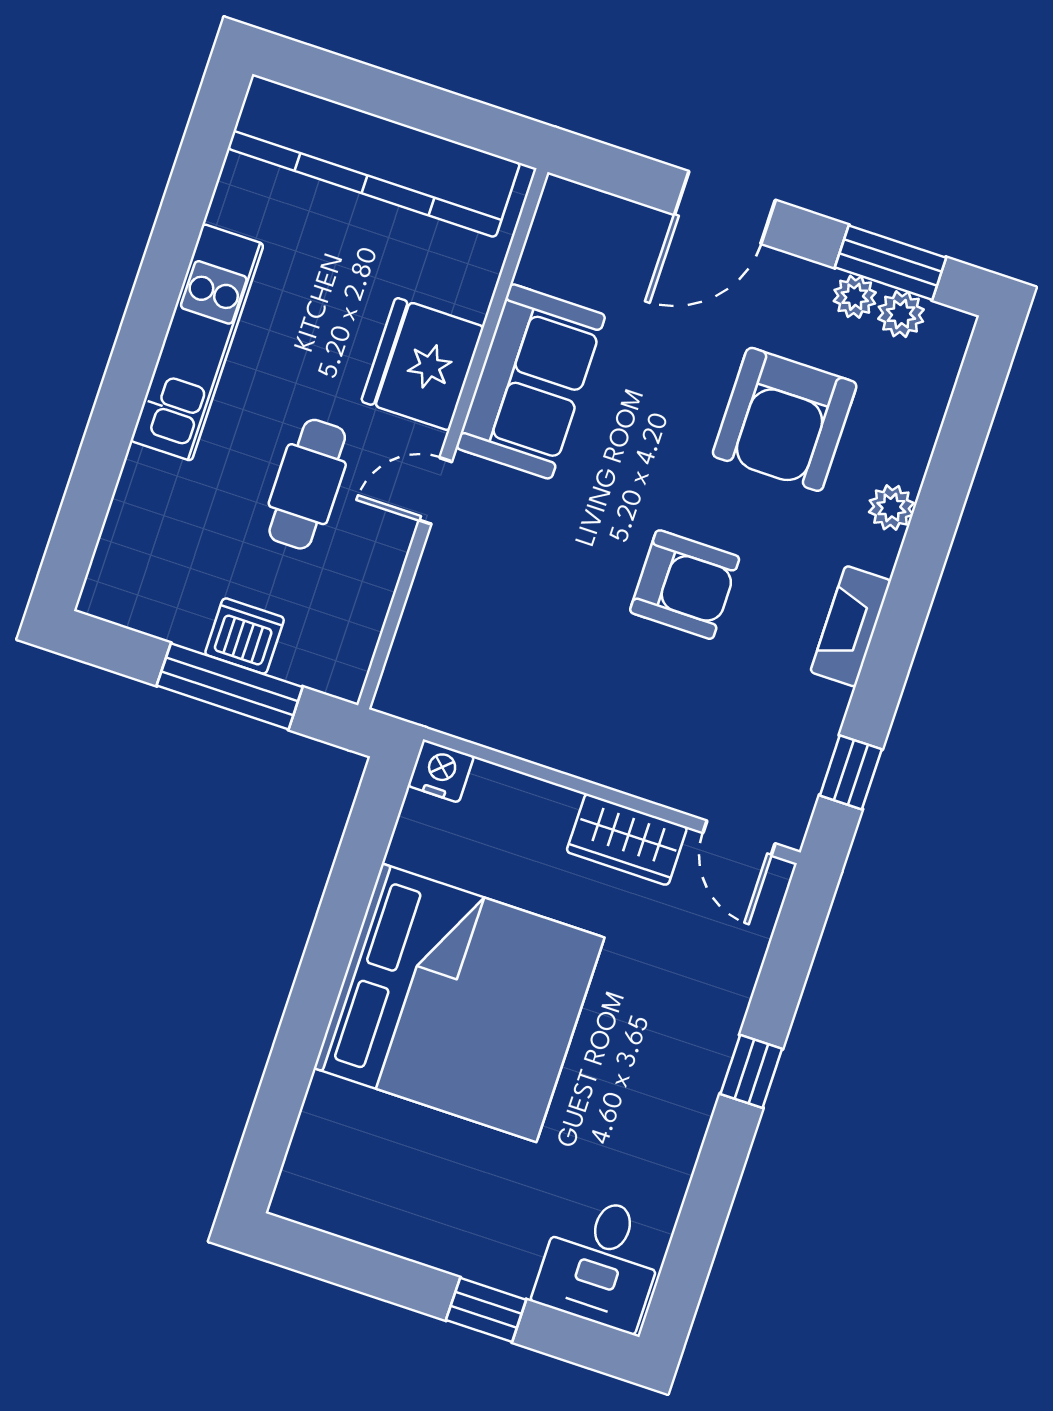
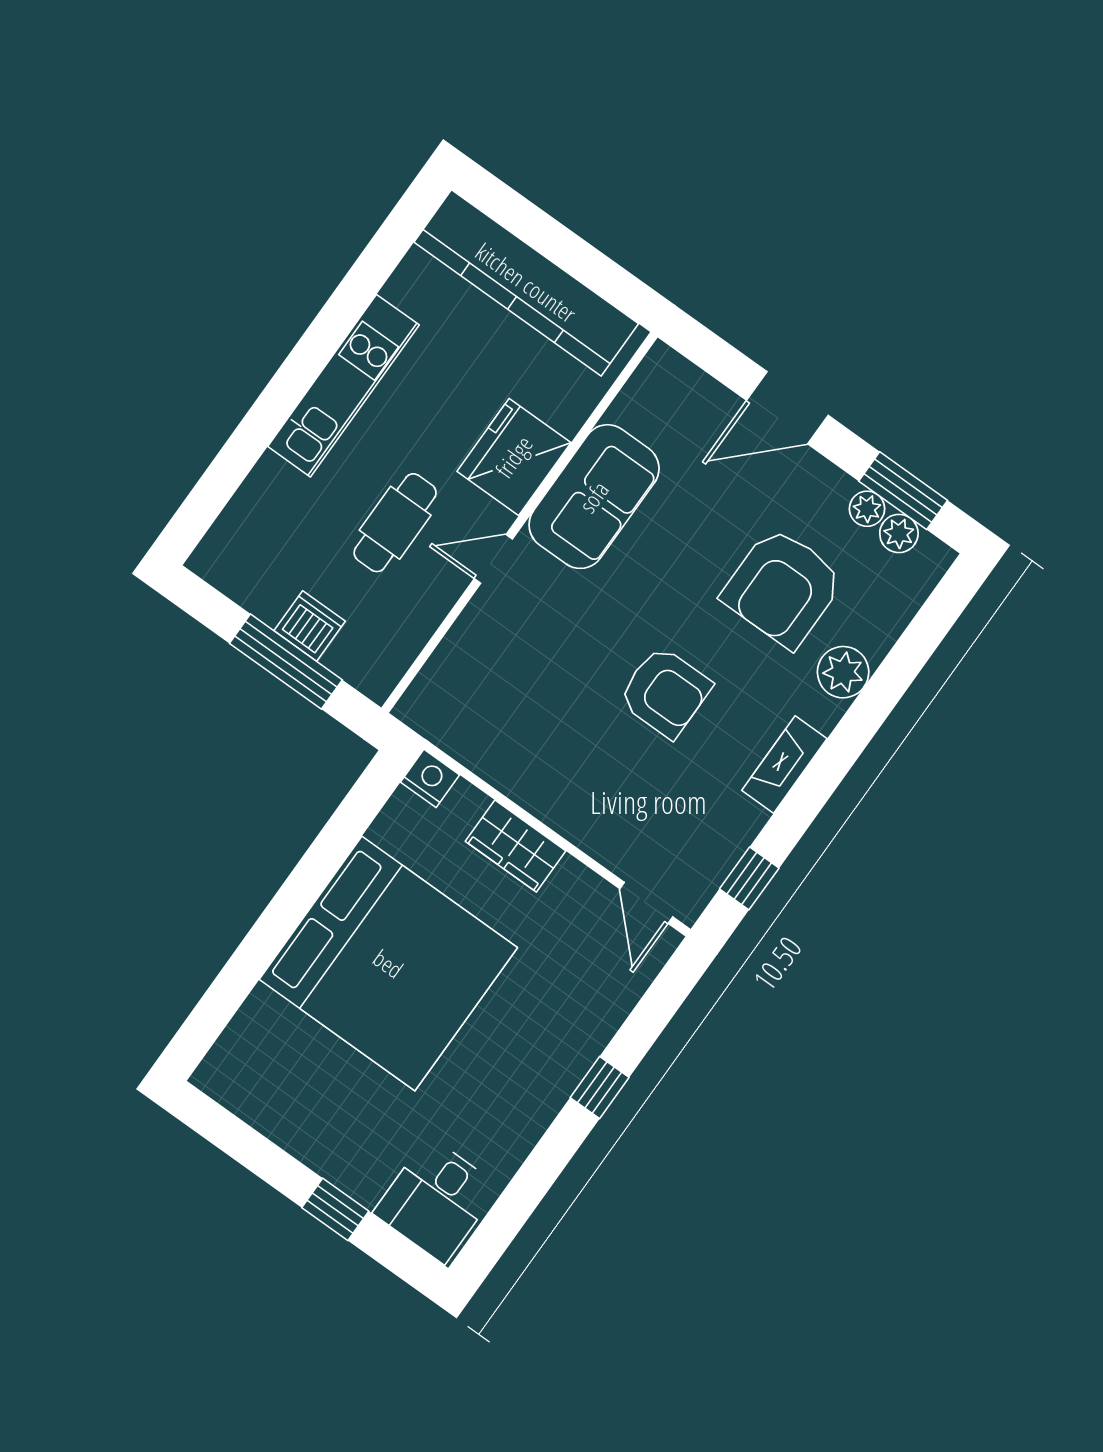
plant: (891, 508) -> (843, 672), width x1.38, depth x1.38
wardrobe: (627, 839) -> (516, 846), moved

